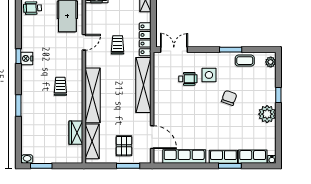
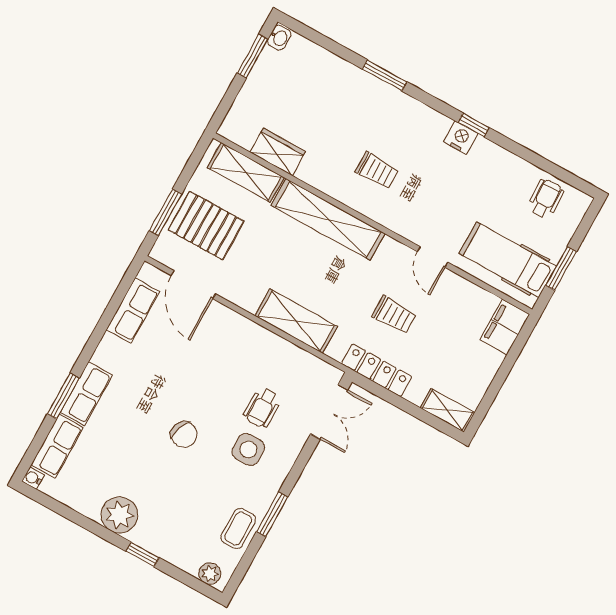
shelving: (143, 85) -> (296, 321), width x0.68
chair: (229, 98) -> (184, 434), moved
door: (152, 137) -> (193, 285), hinge flipped
pallet: (124, 146) -> (206, 225), width x1.50, depth x1.42
row of seats: (184, 157) -> (133, 311), width x0.68

